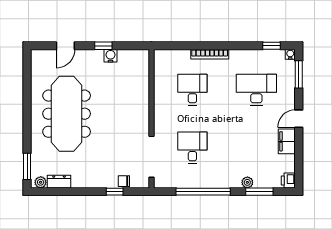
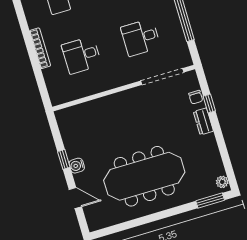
water cooler: (111, 56) -> (77, 166), moved
dresser: (59, 182) -> (203, 121), moved

